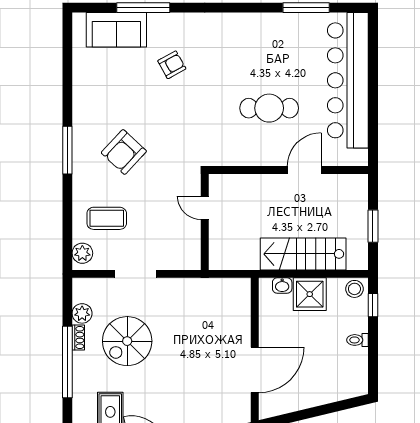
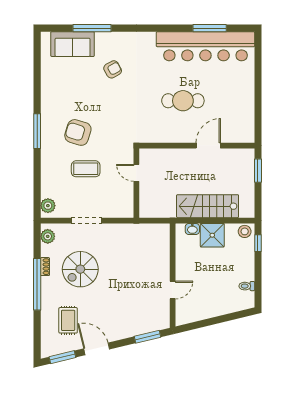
bar counter: (348, 80) -> (205, 46), moved, turned -90
armchair: (124, 152) -> (78, 132), turned 64
coffee table: (107, 218) -> (86, 169), moved
window: (373, 226) -> (258, 171), moved
plant: (82, 313) -> (48, 236), moved
toilet: (357, 340) -> (247, 286), moved
door: (255, 370) -> (173, 290), width x0.53

